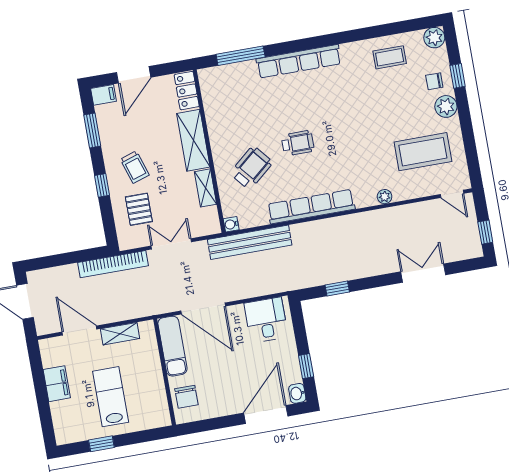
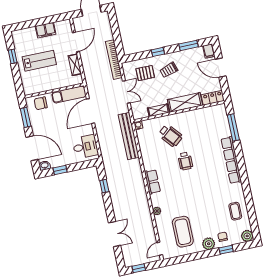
row of seats: (311, 207) -> (152, 182), width x0.50
window: (211, 424) -> (26, 117), added

